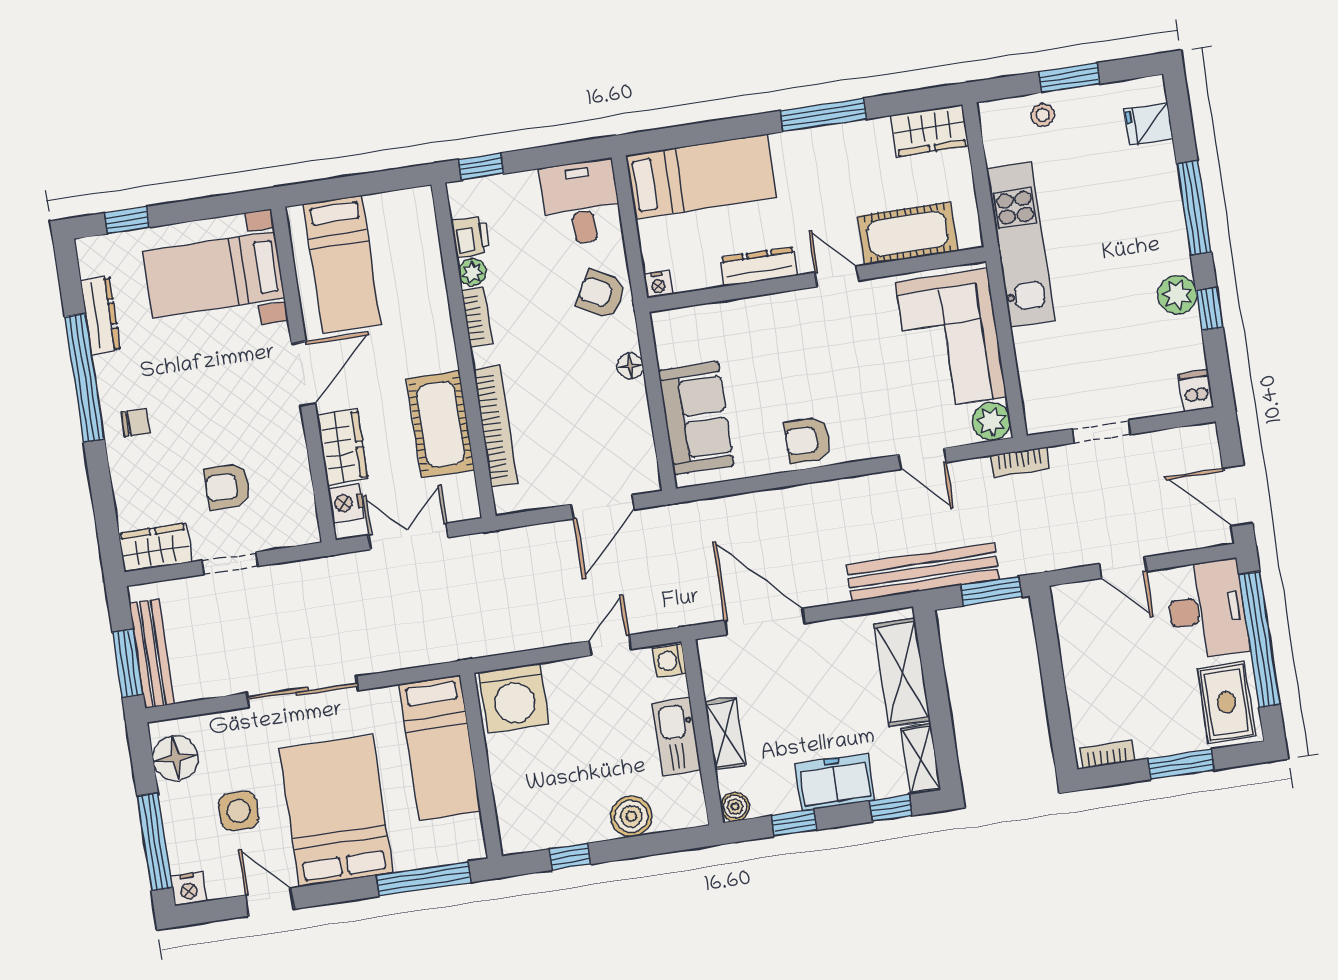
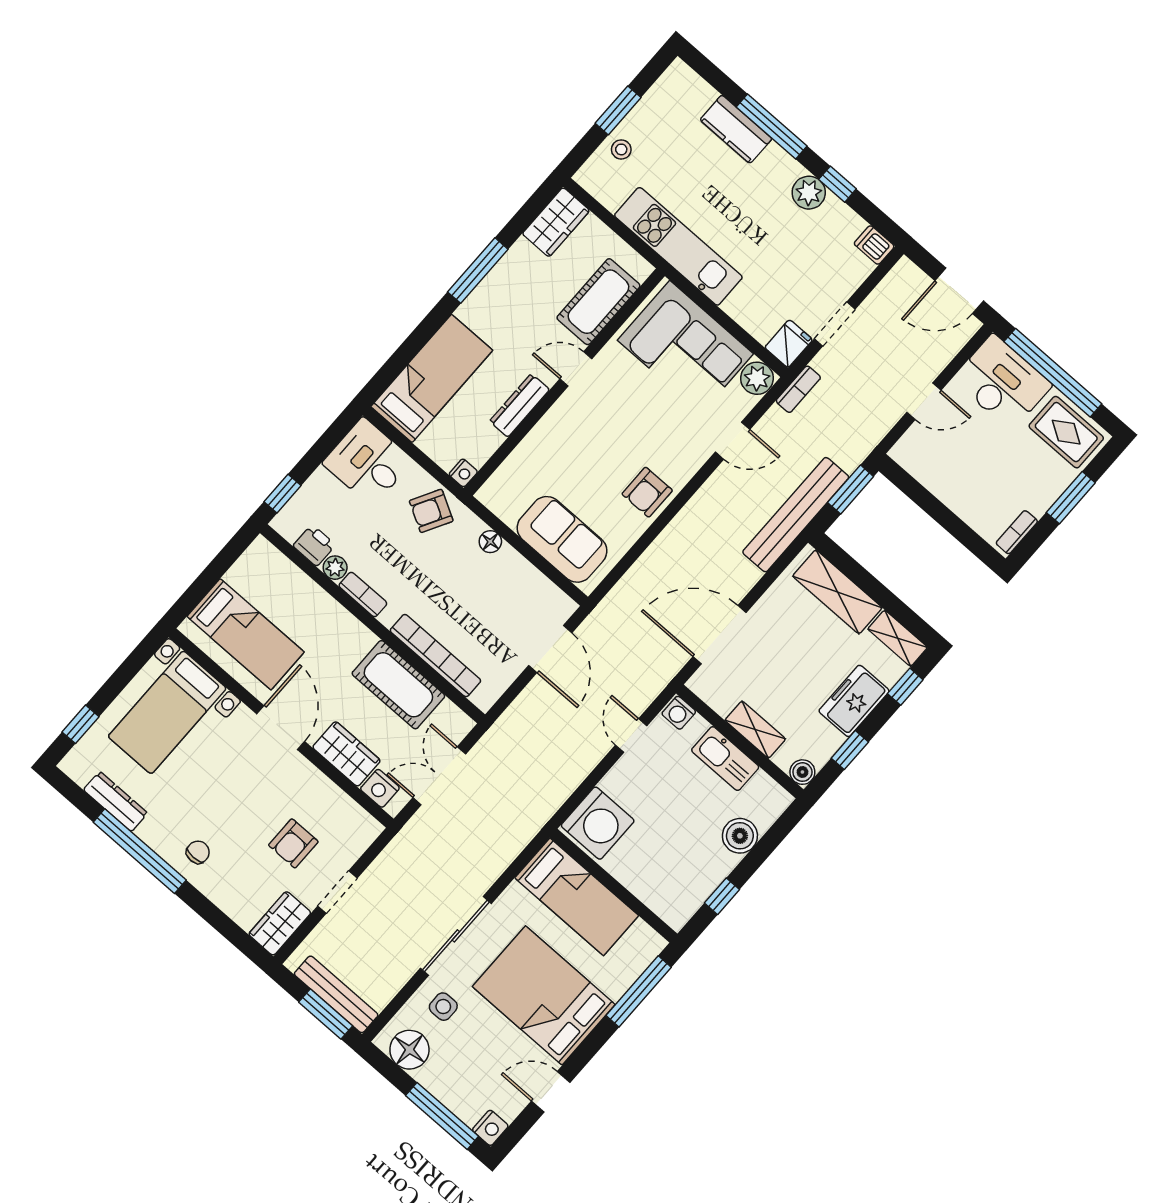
fridge: (1149, 124) -> (789, 344), moved, turned 180
kitchen counter: (1160, 183) -> (736, 129), added
side table: (239, 811) -> (443, 1007), moved, width x0.73, depth x0.73

